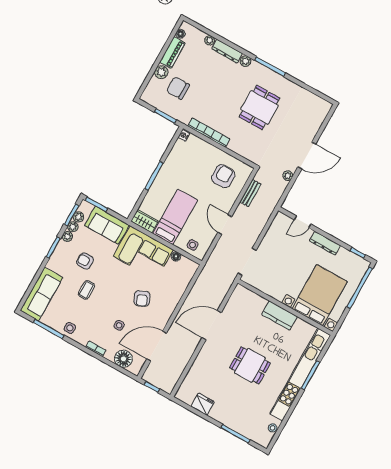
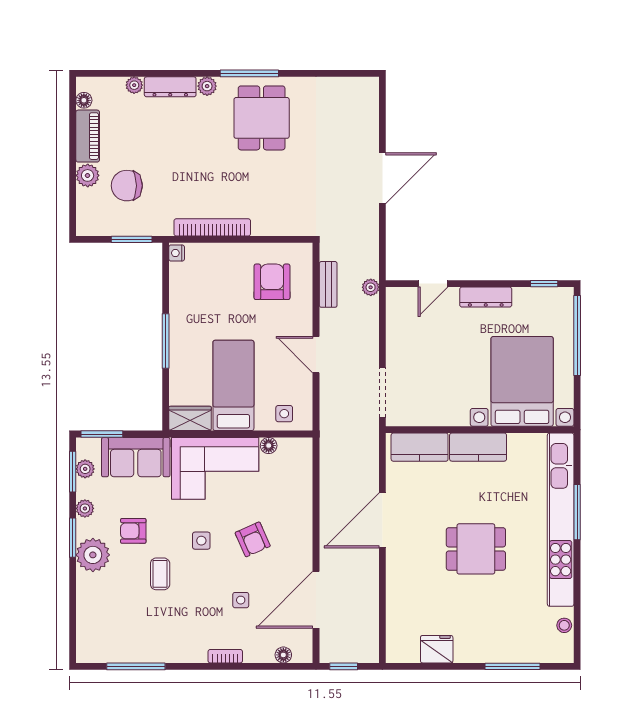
dining table: (259, 107) -> (262, 118), moved
plant: (288, 176) -> (371, 287), moved
plant: (73, 227) -> (93, 555), moved, width x1.87, depth x1.87
sofa: (41, 294) -> (95, 619), removed
kitchen counter: (250, 299) -> (420, 447), added
side table: (70, 328) -> (201, 541), moved
floor lamp: (123, 359) -> (283, 655), width x0.53, depth x0.53

